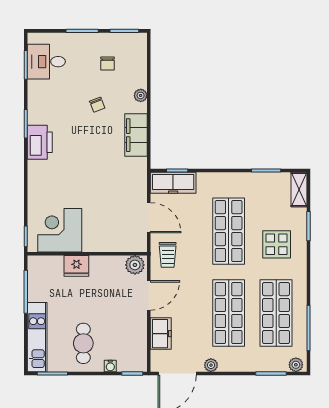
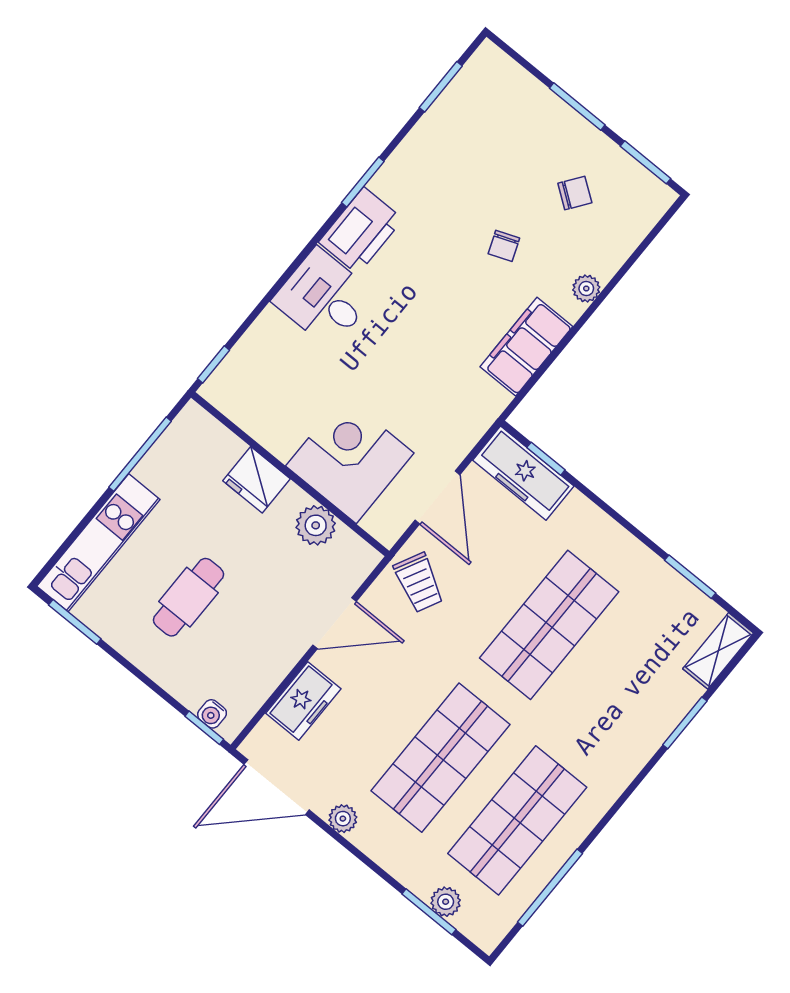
desk: (46, 62) -> (324, 298), moved
chair: (107, 64) -> (575, 193), turned -144
corner desk: (60, 230) -> (350, 460), moved
display table: (277, 244) -> (609, 710), removed
trolley: (168, 255) -> (419, 583), turned -63
plant: (135, 265) -> (316, 525), moved
cafe table: (83, 343) -> (188, 597), moved
plant: (296, 365) -> (446, 902), moved
water cooler: (110, 366) -> (212, 714), moved

